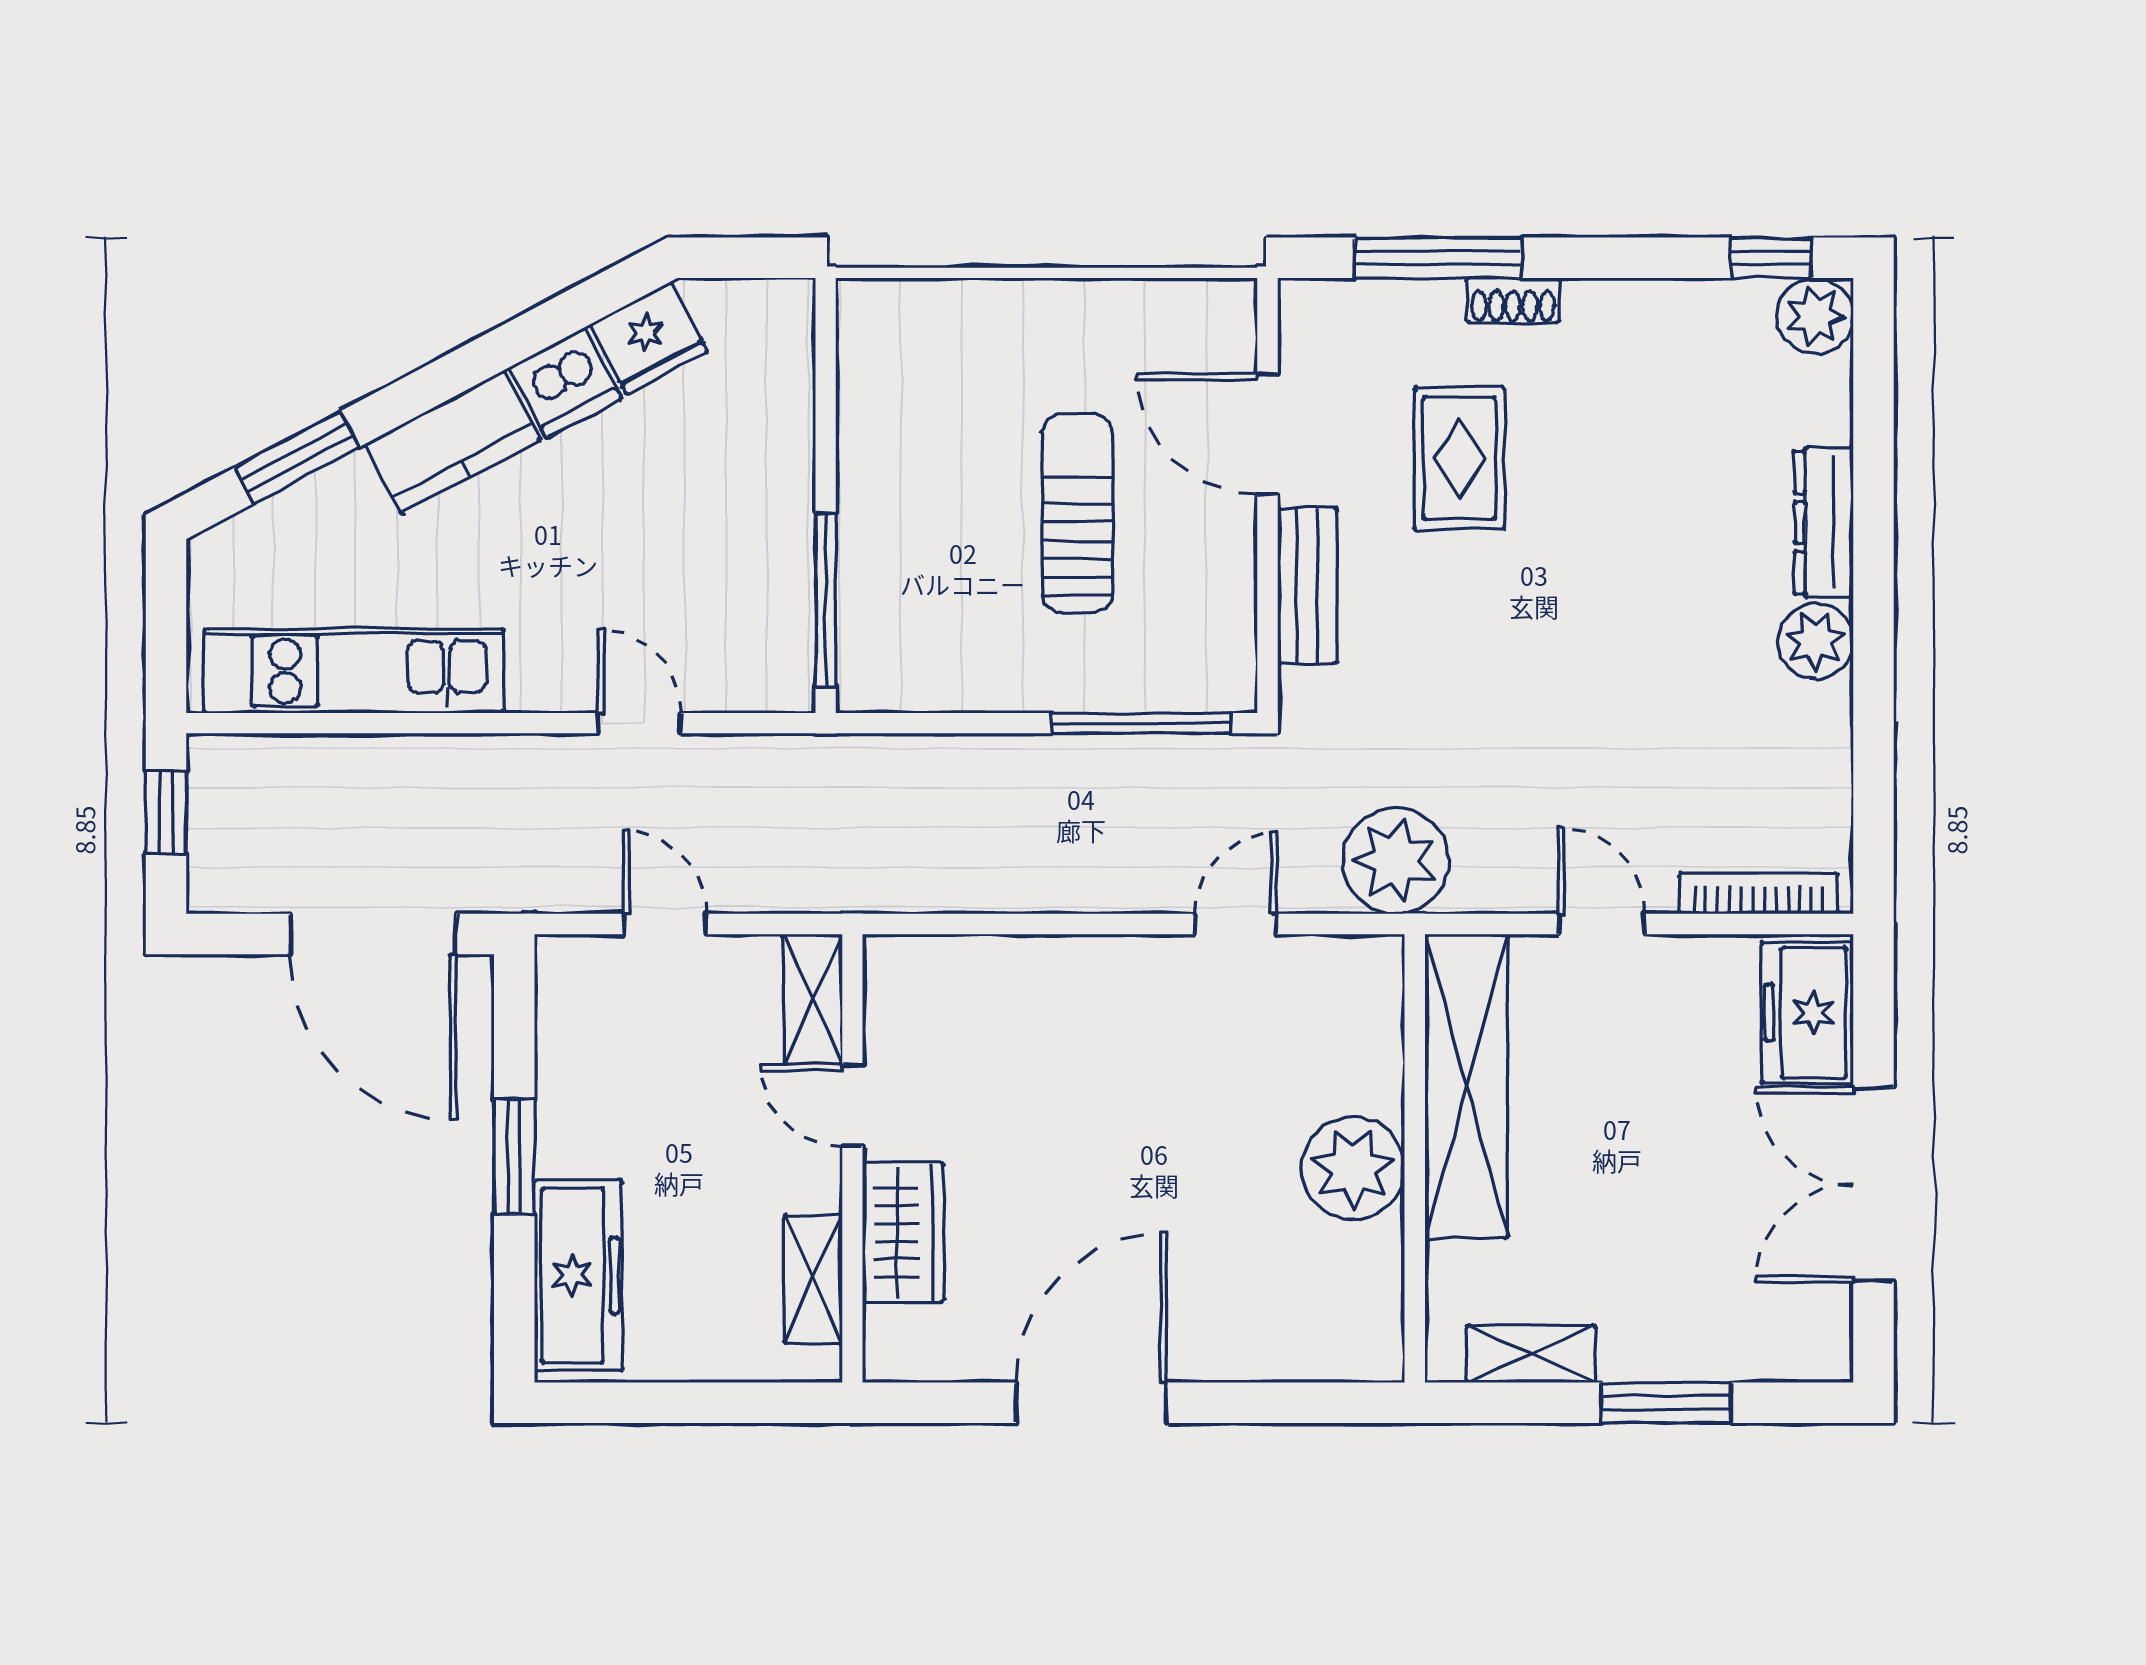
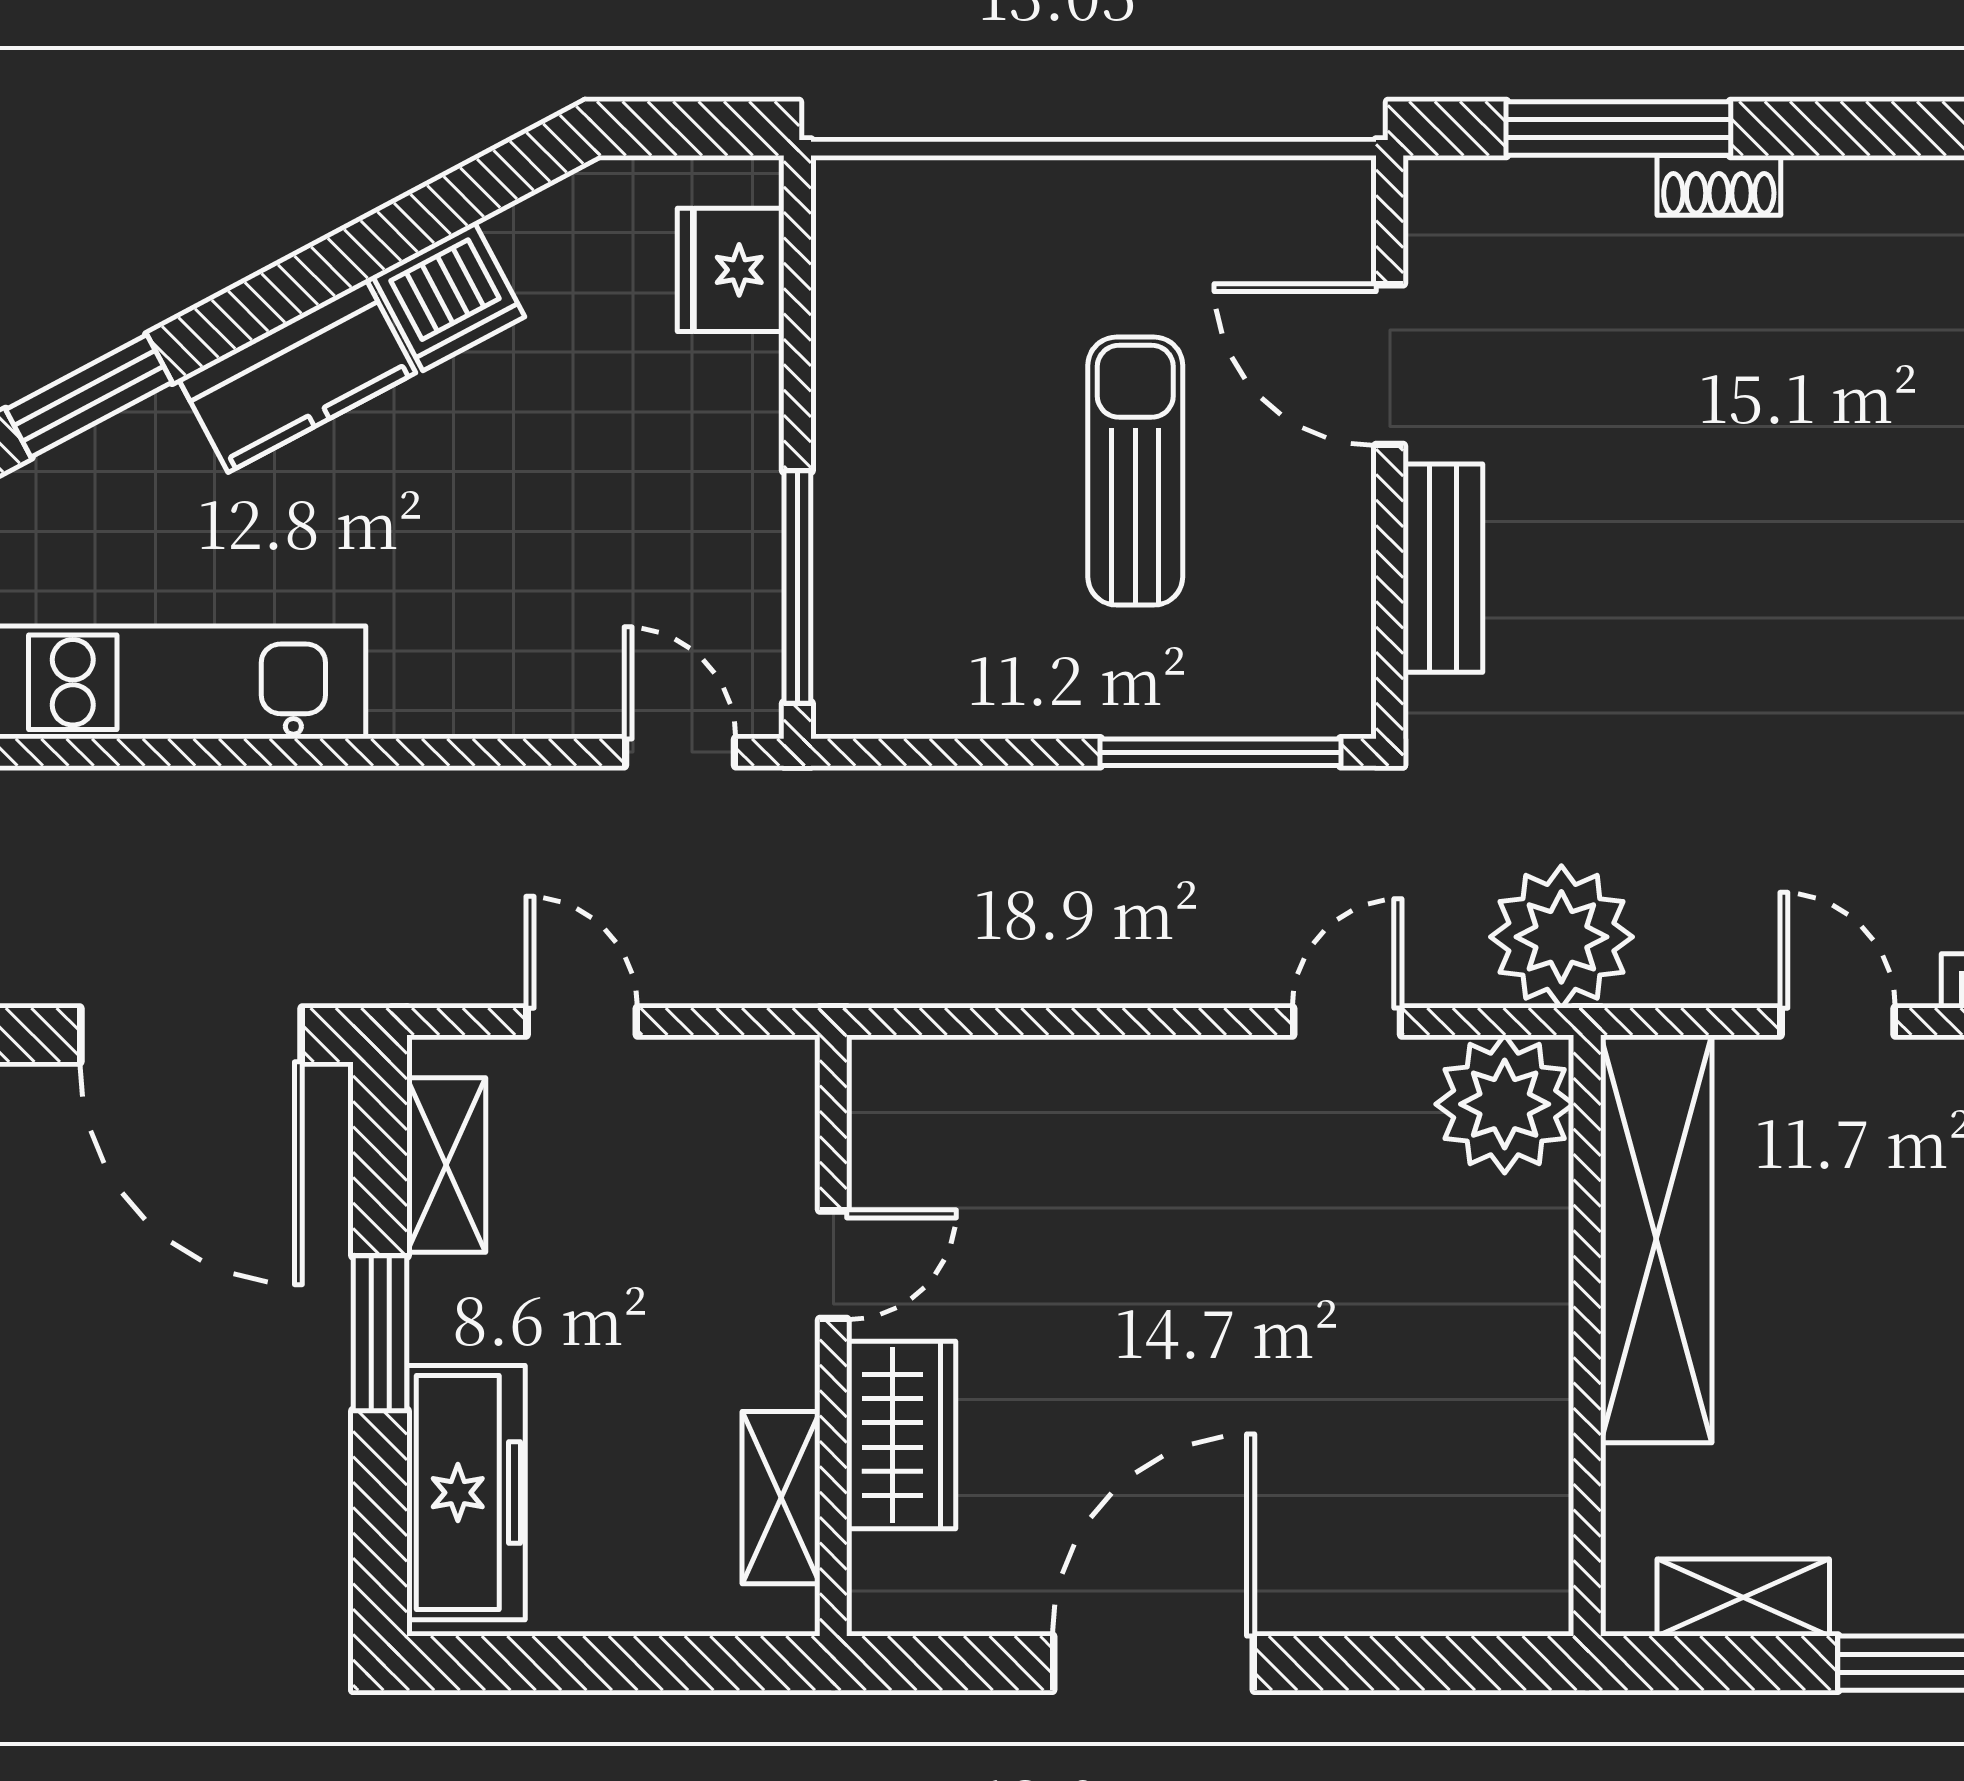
fridge: (649, 338) -> (731, 270), moved, turned 118
rug: (1460, 458) -> (1647, 397), removed
door: (639, 723) -> (680, 752), moved
shelving: (813, 999) -> (446, 1165), moved
door: (852, 1105) -> (833, 1265), swing flipped
plant: (1353, 1168) -> (1505, 1104), moved

